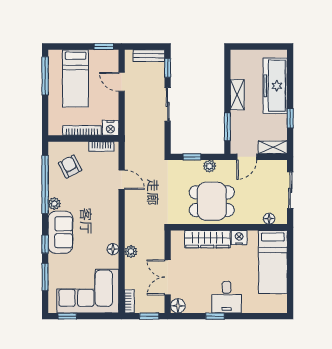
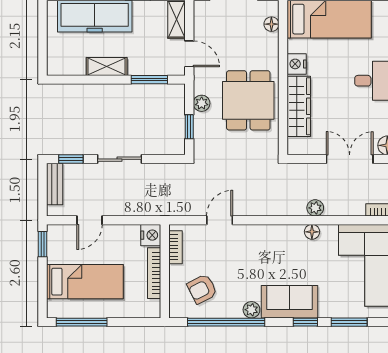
double door: (168, 277) -> (350, 159), swing flipped

